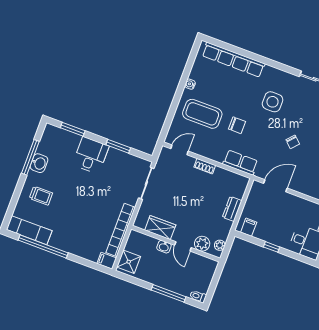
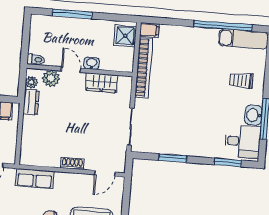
desk: (91, 155) -> (242, 141), moved, turned -90
dresser: (232, 209) -> (31, 102), moved
toilet: (198, 296) -> (36, 60), moved

